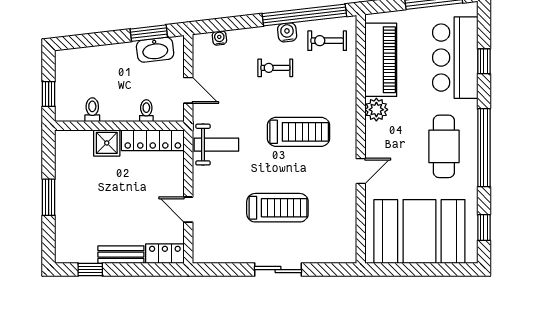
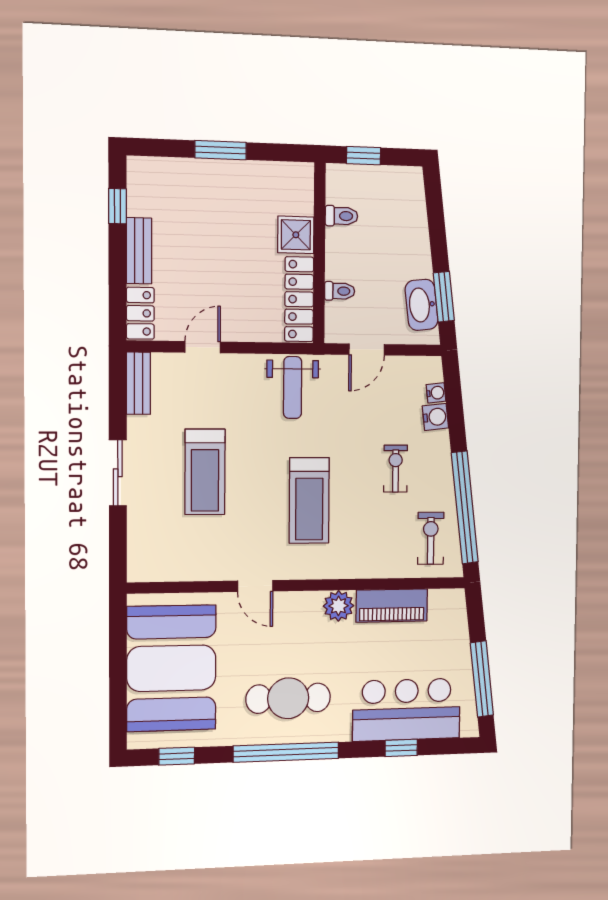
water cooler: (287, 32) -> (435, 417), moved
piano: (381, 60) -> (392, 606), width x0.73, depth x0.75
bench: (214, 255) -> (138, 383), added

